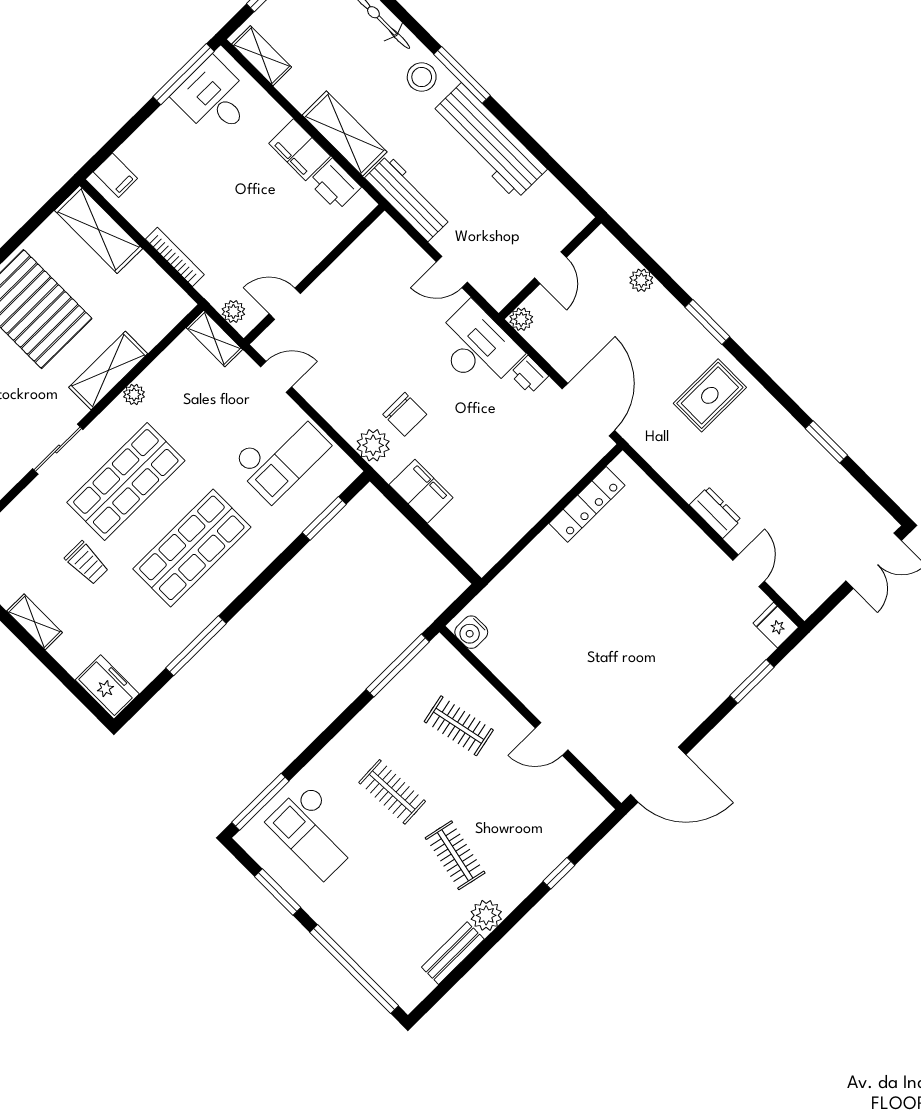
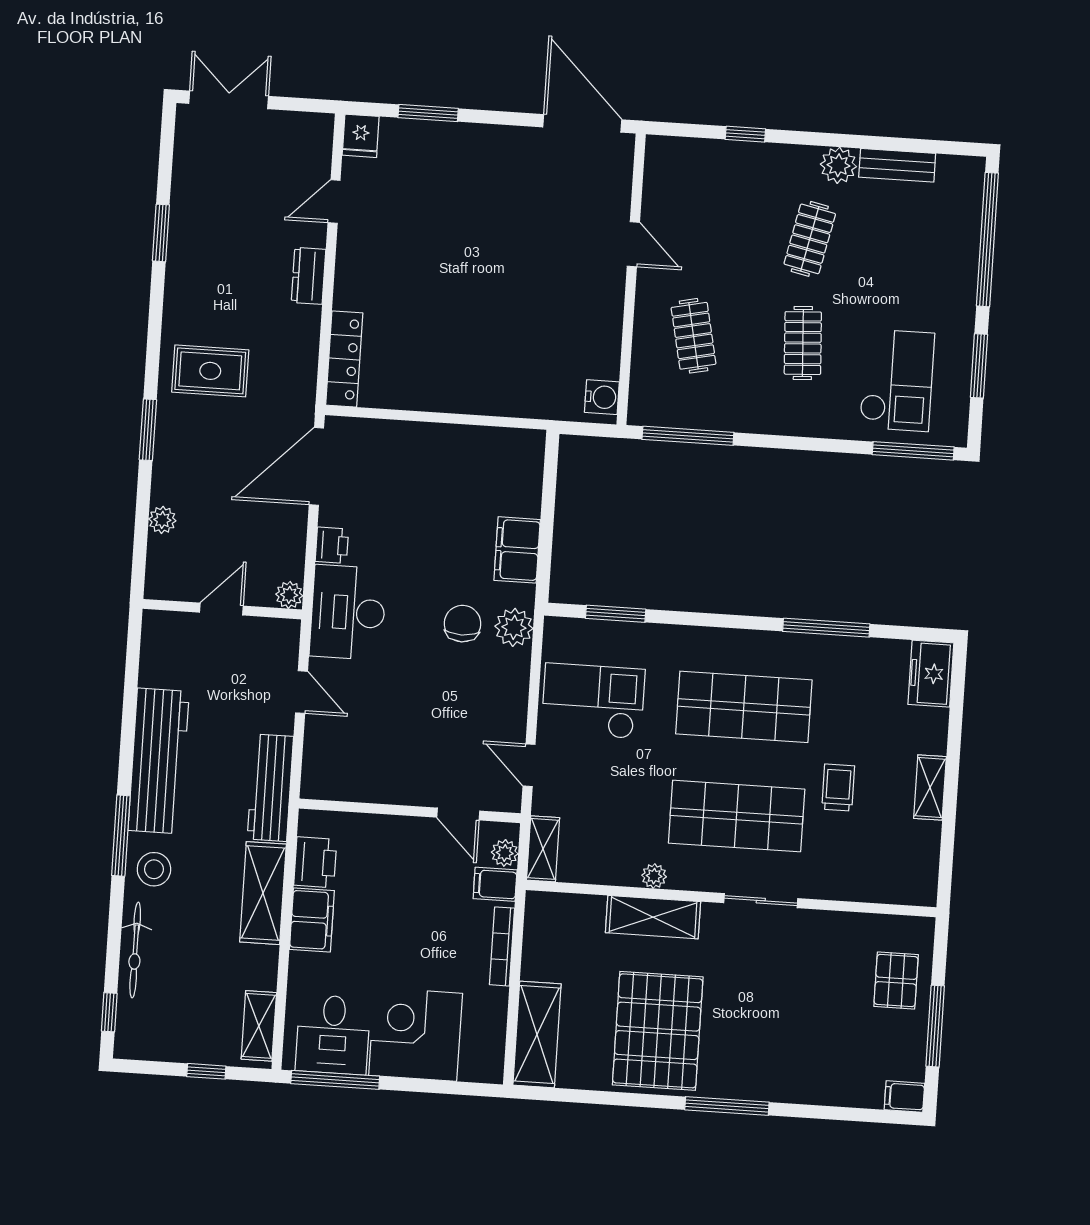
corner desk: (167, 152) -> (416, 1034), added
filing cabinet: (115, 175) -> (495, 884), moved, turned -90
locker: (587, 504) -> (344, 359), moved, turned 90

